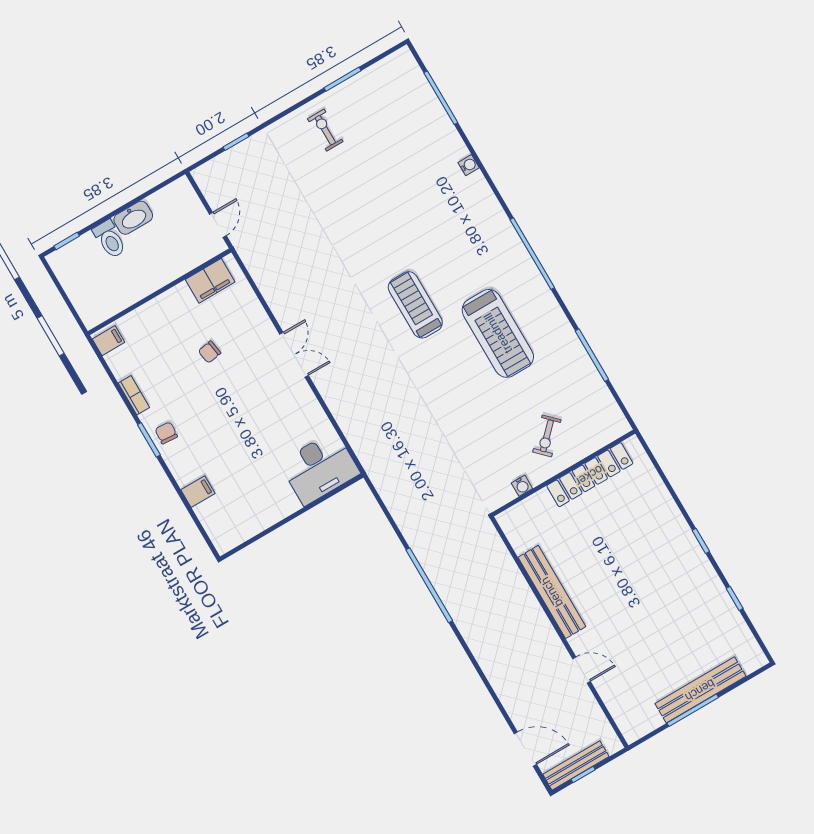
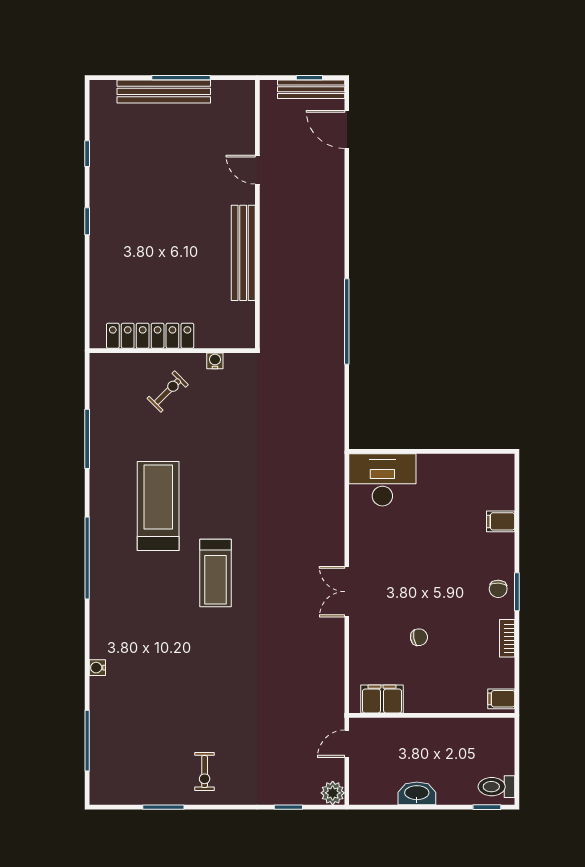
plant: (205, 176) -> (333, 793), added
toilet: (110, 239) -> (496, 787), moved, turned -90

